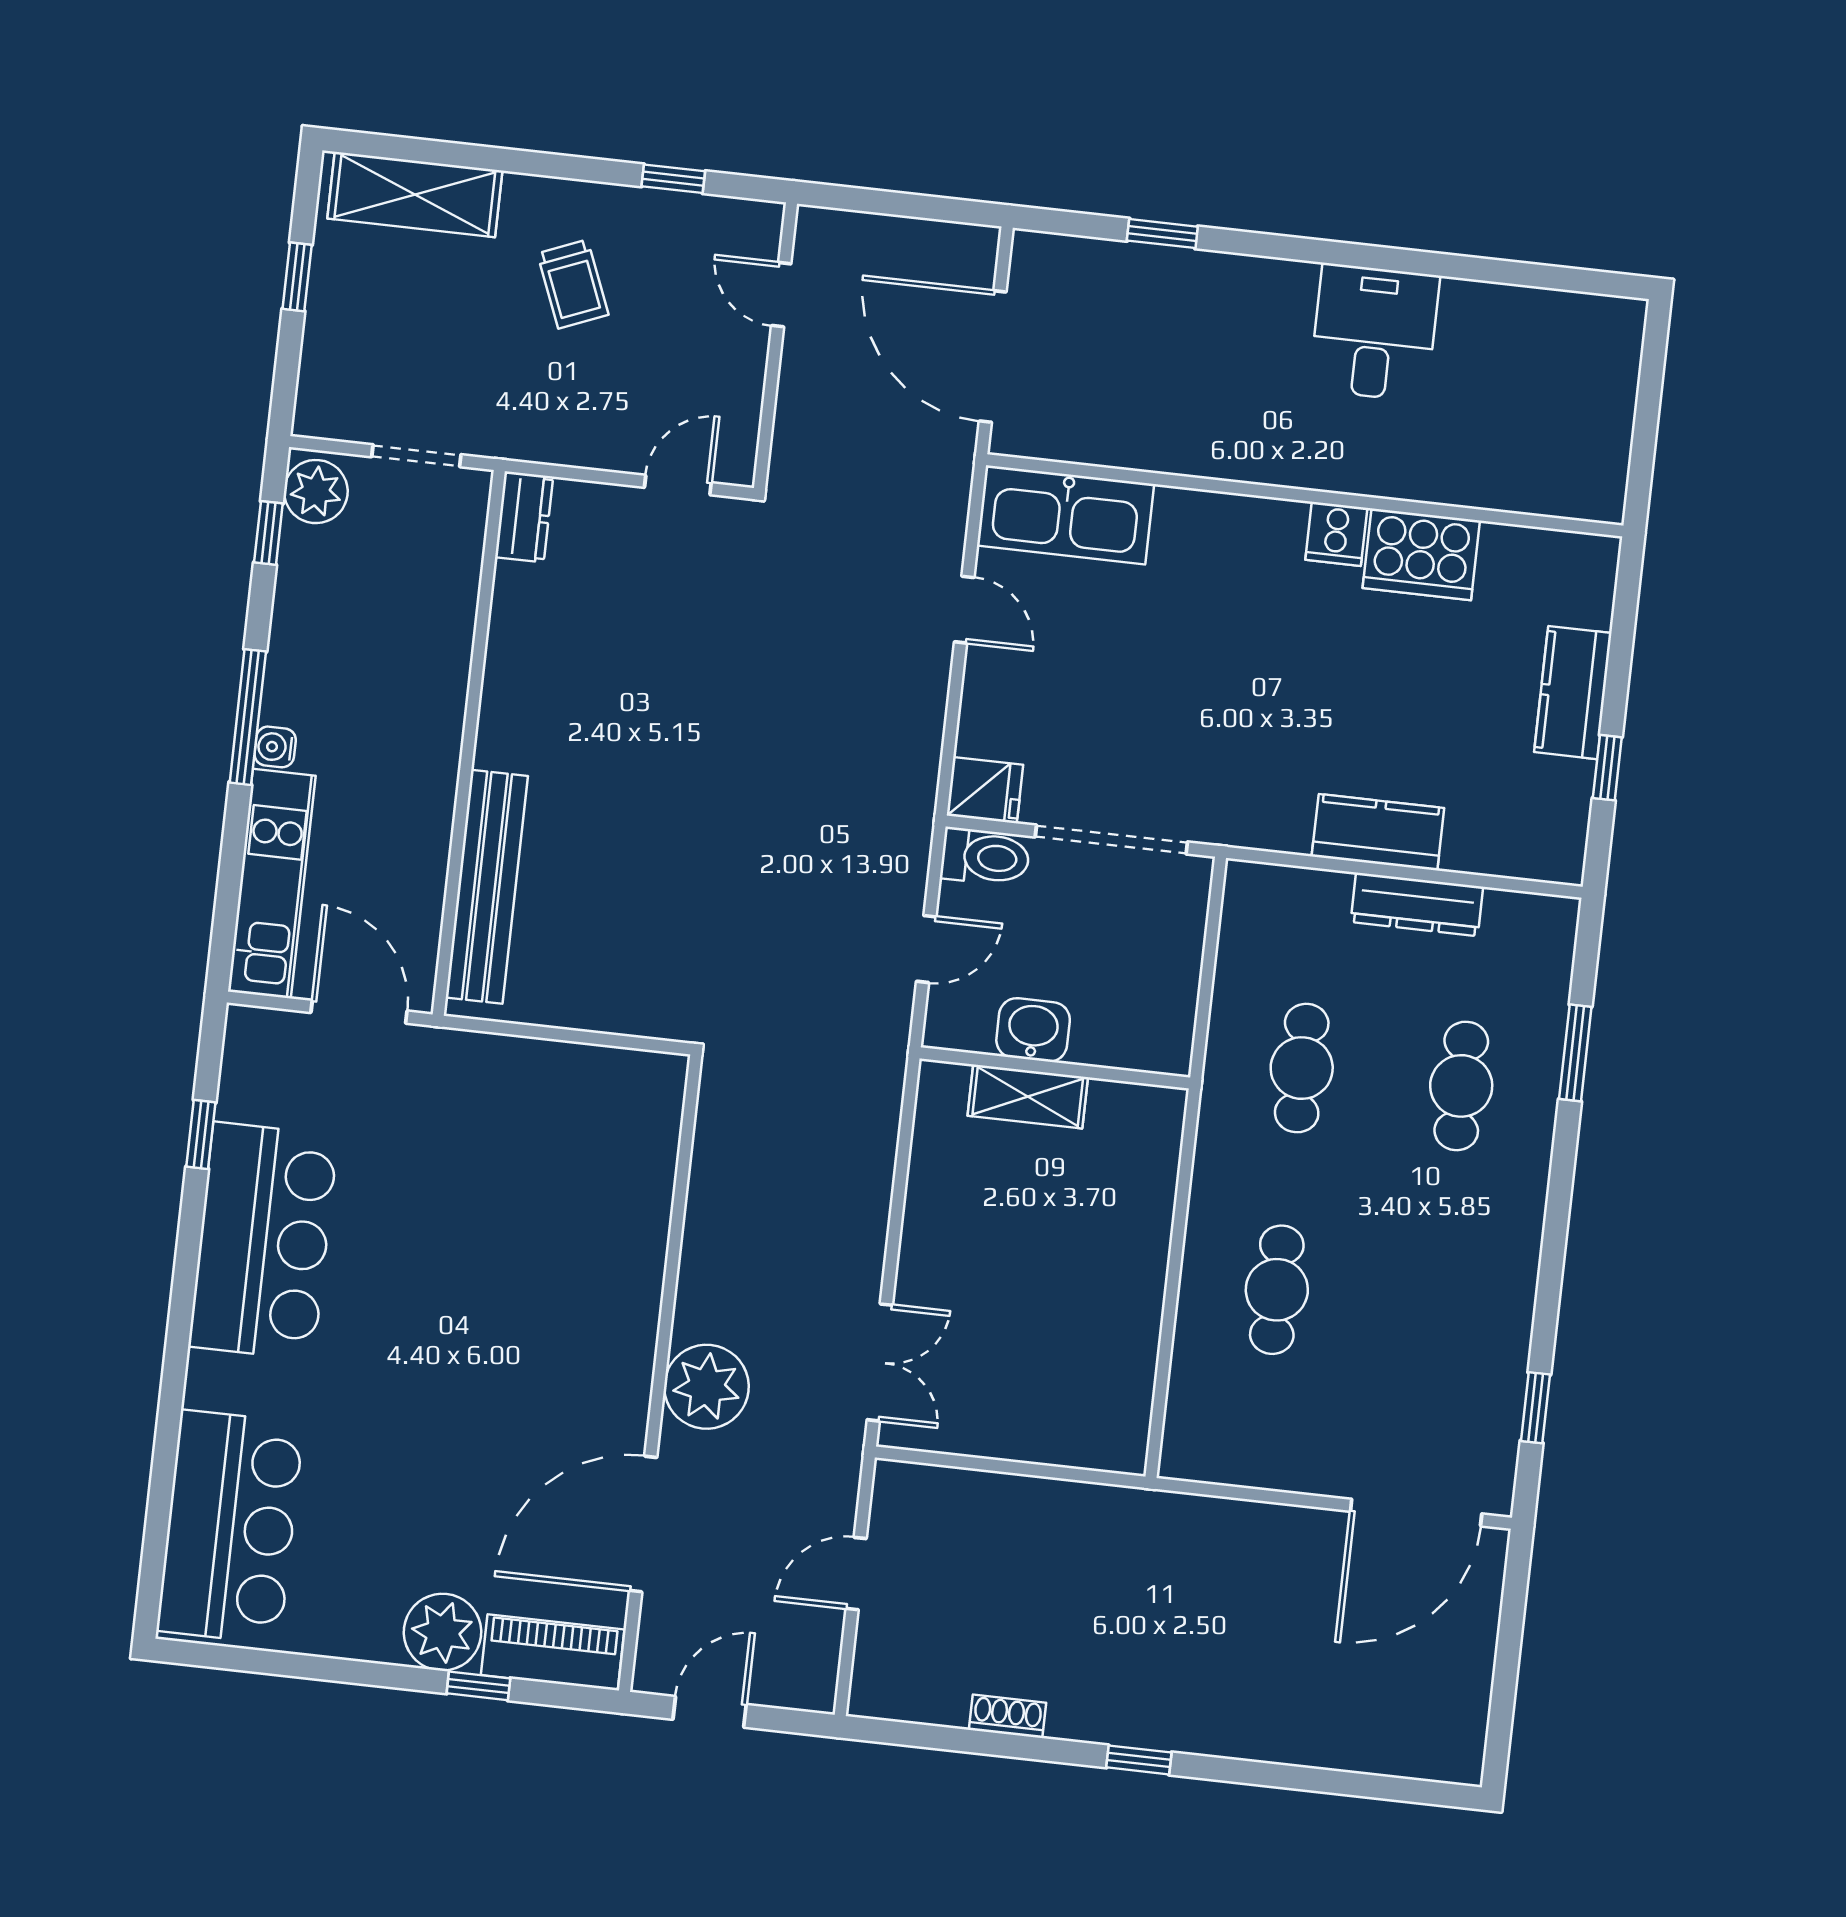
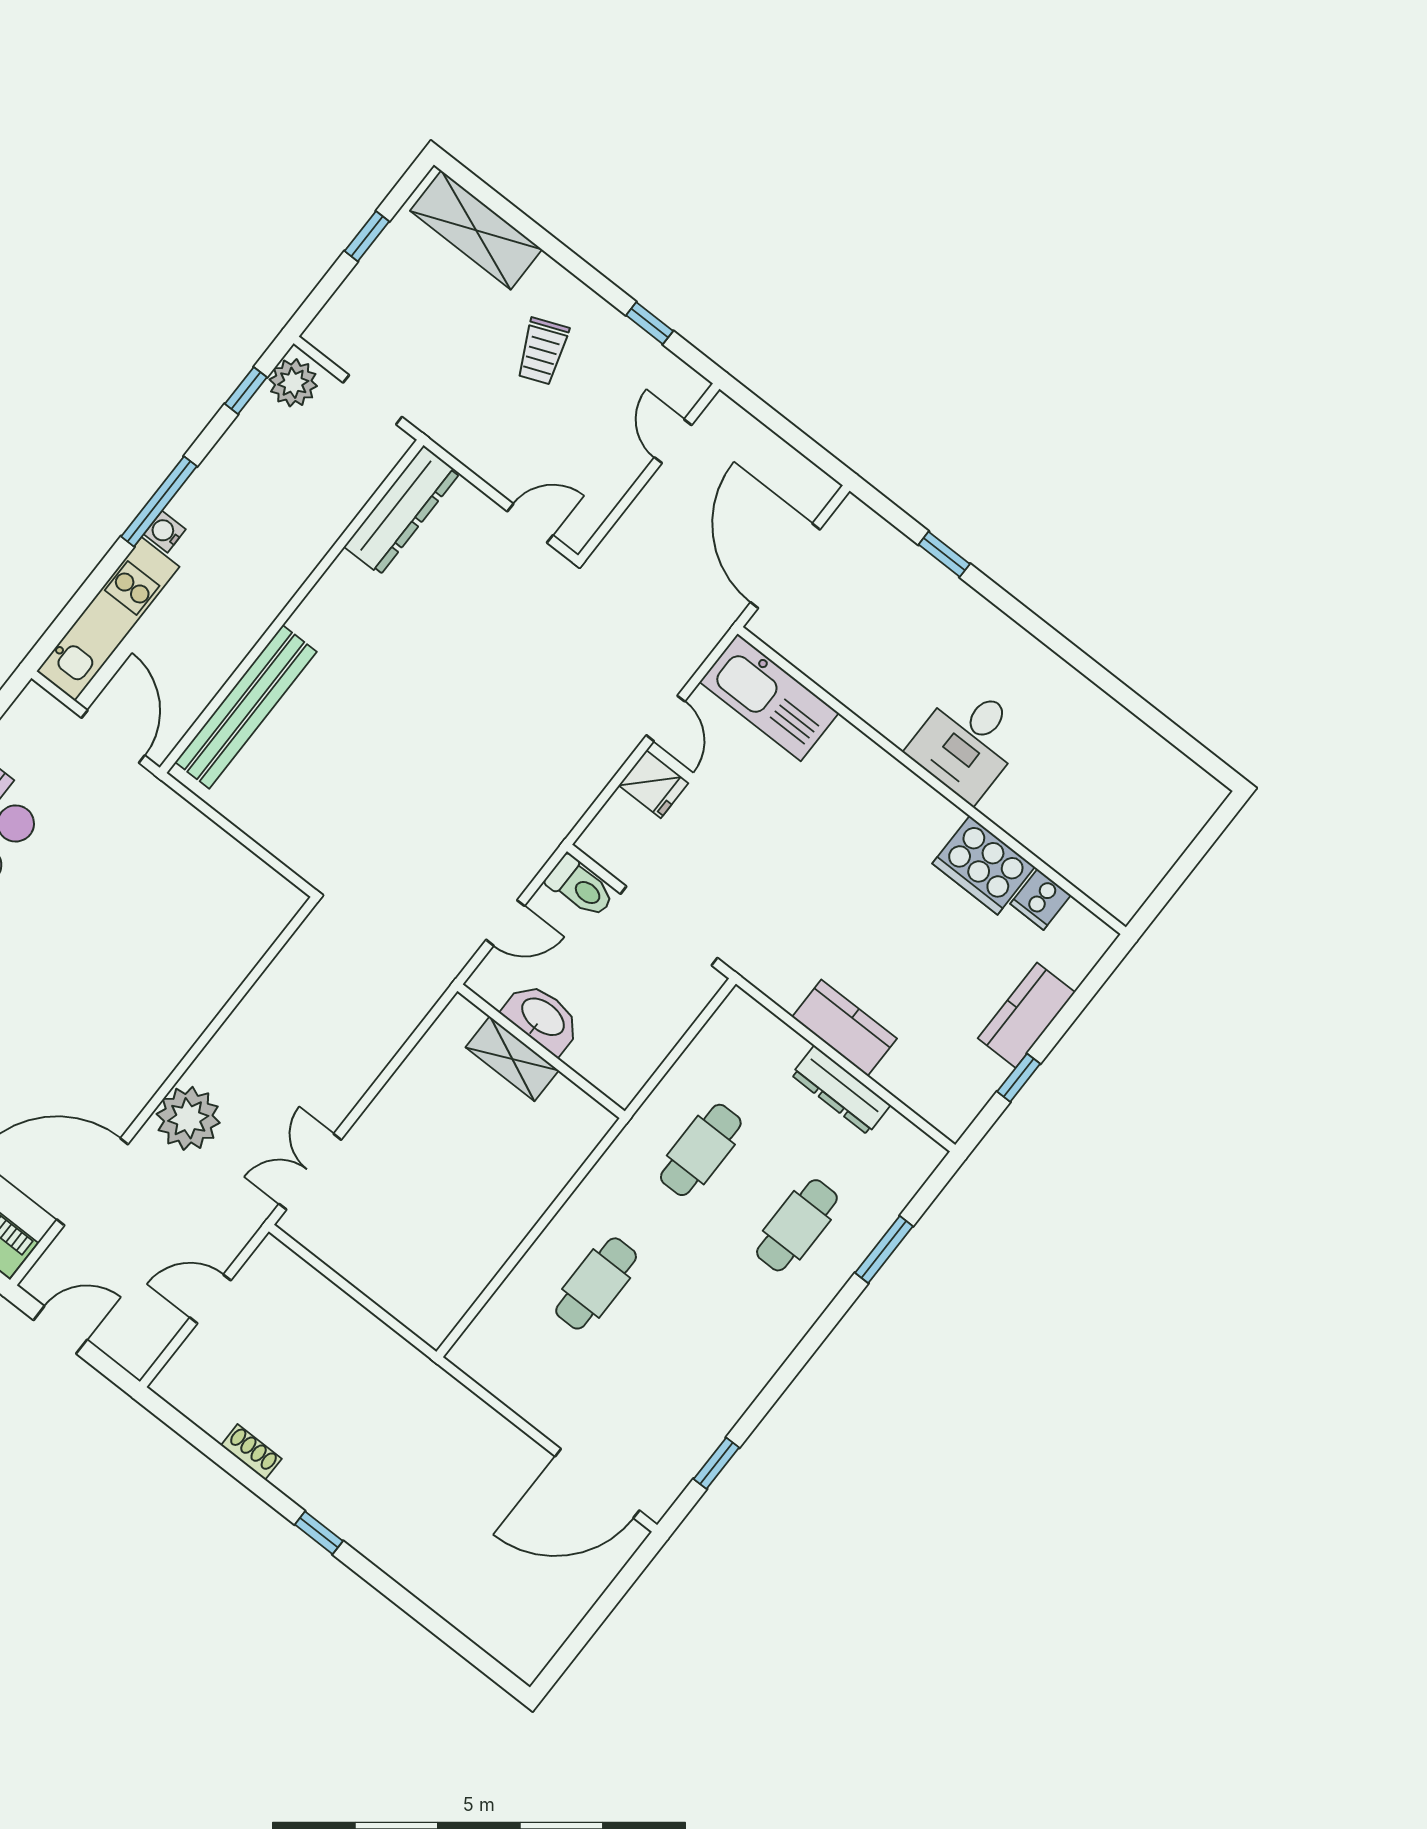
desk: (1374, 333) -> (968, 742), moved, turned 180
dresser: (524, 517) -> (402, 510), width x1.96, depth x1.24
cooker: (1336, 534) -> (1041, 899), moved
fridge: (985, 790) -> (653, 784), moved
washbasin: (1033, 1030) -> (542, 1018), width x1.38
double door: (880, 1362) -> (310, 1172), swing flipped

